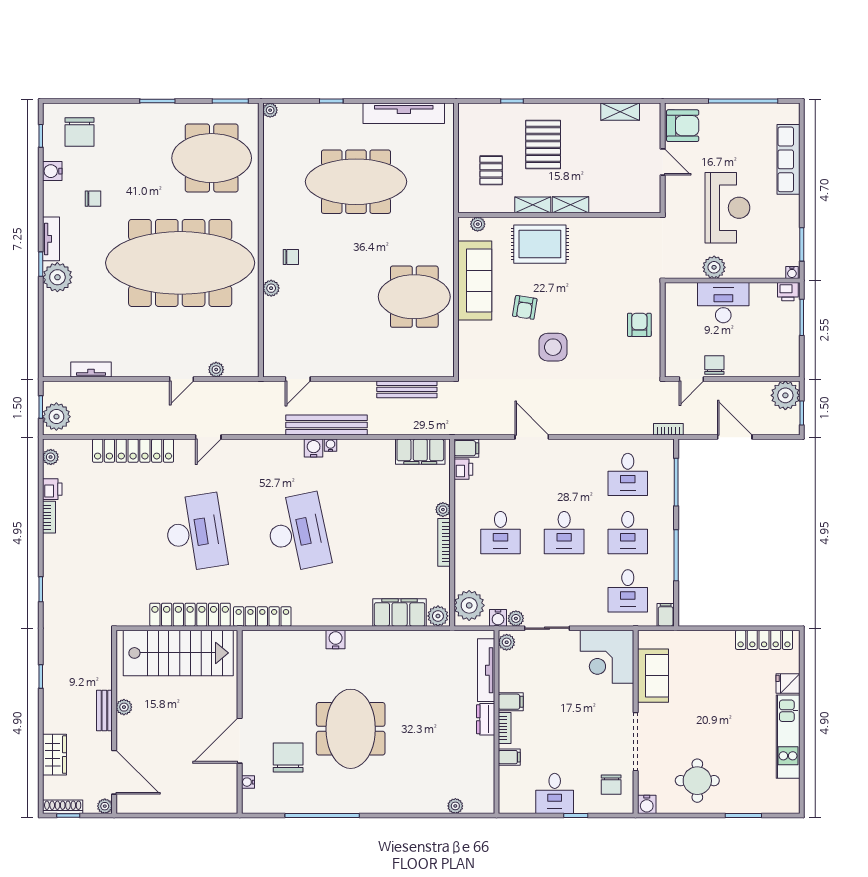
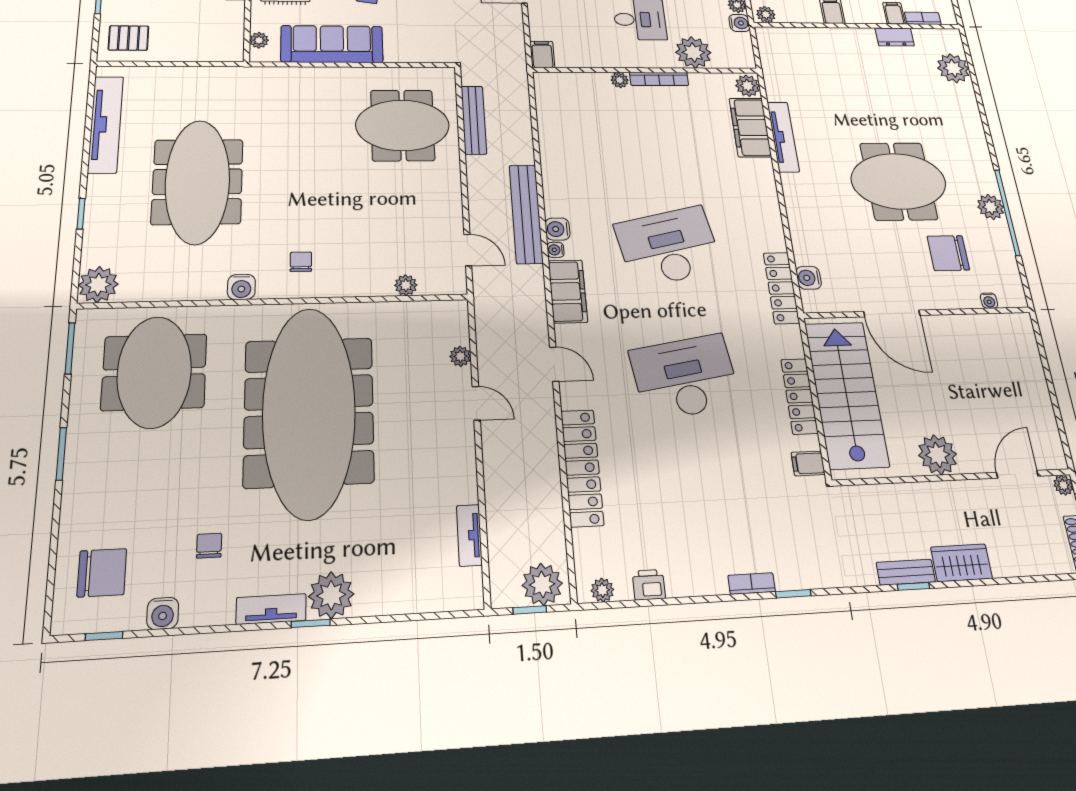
plant: (270, 110) -> (98, 285), width x1.87, depth x1.87
pallet: (491, 170) -> (129, 38), moved
water cooler: (272, 215) -> (241, 287), added
plant: (271, 288) -> (406, 285), moved
meeting table: (414, 297) -> (403, 125), moved, turned 90
water cooler: (331, 445) -> (556, 250), moved
filing cabinet: (420, 452) -> (568, 291), moved
printer: (463, 469) -> (568, 58), removed
bookcase: (49, 517) -> (752, 584), moved
plant: (469, 605) -> (693, 52), moved
filing cabinet: (129, 615) -> (808, 463), added
locker: (190, 615) -> (799, 396), width x0.71, depth x0.83
water cooler: (336, 639) -> (809, 278), moved
tv unit: (486, 670) -> (783, 137), moved, turned -90
plant: (124, 707) -> (938, 455), width x1.87, depth x1.87
bench: (104, 710) -> (906, 572), moved
dresser: (486, 719) -> (895, 37), moved
bookcase: (505, 728) -> (923, 18), moved
door: (240, 741) -> (892, 313), moved
wardrobe: (55, 755) -> (961, 563), moved
door: (114, 772) -> (1017, 474), width x0.73
plant: (327, 802) -> (991, 207), added
plant: (455, 806) -> (953, 68), width x1.88, depth x1.88

